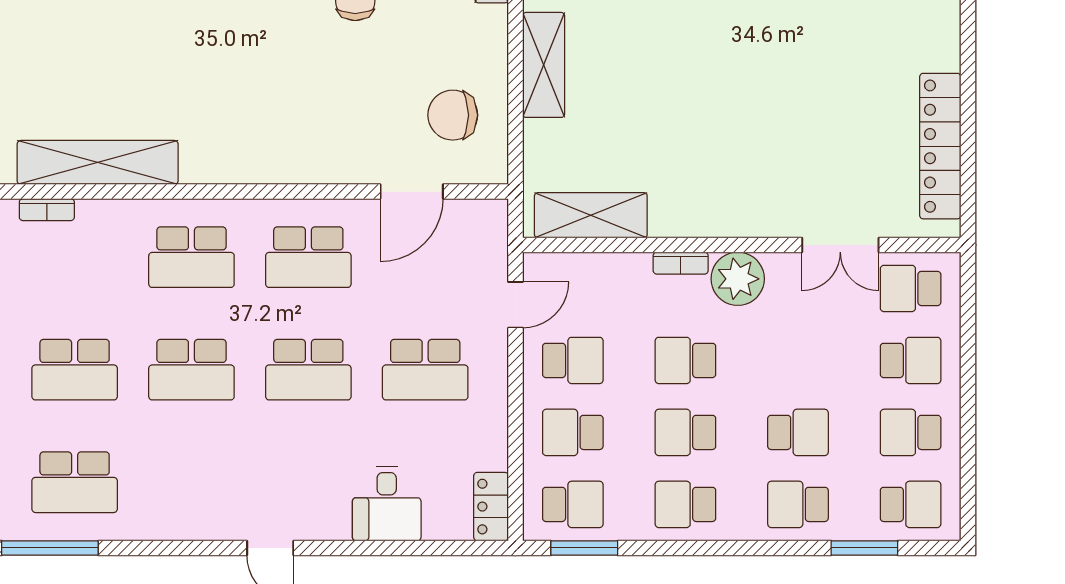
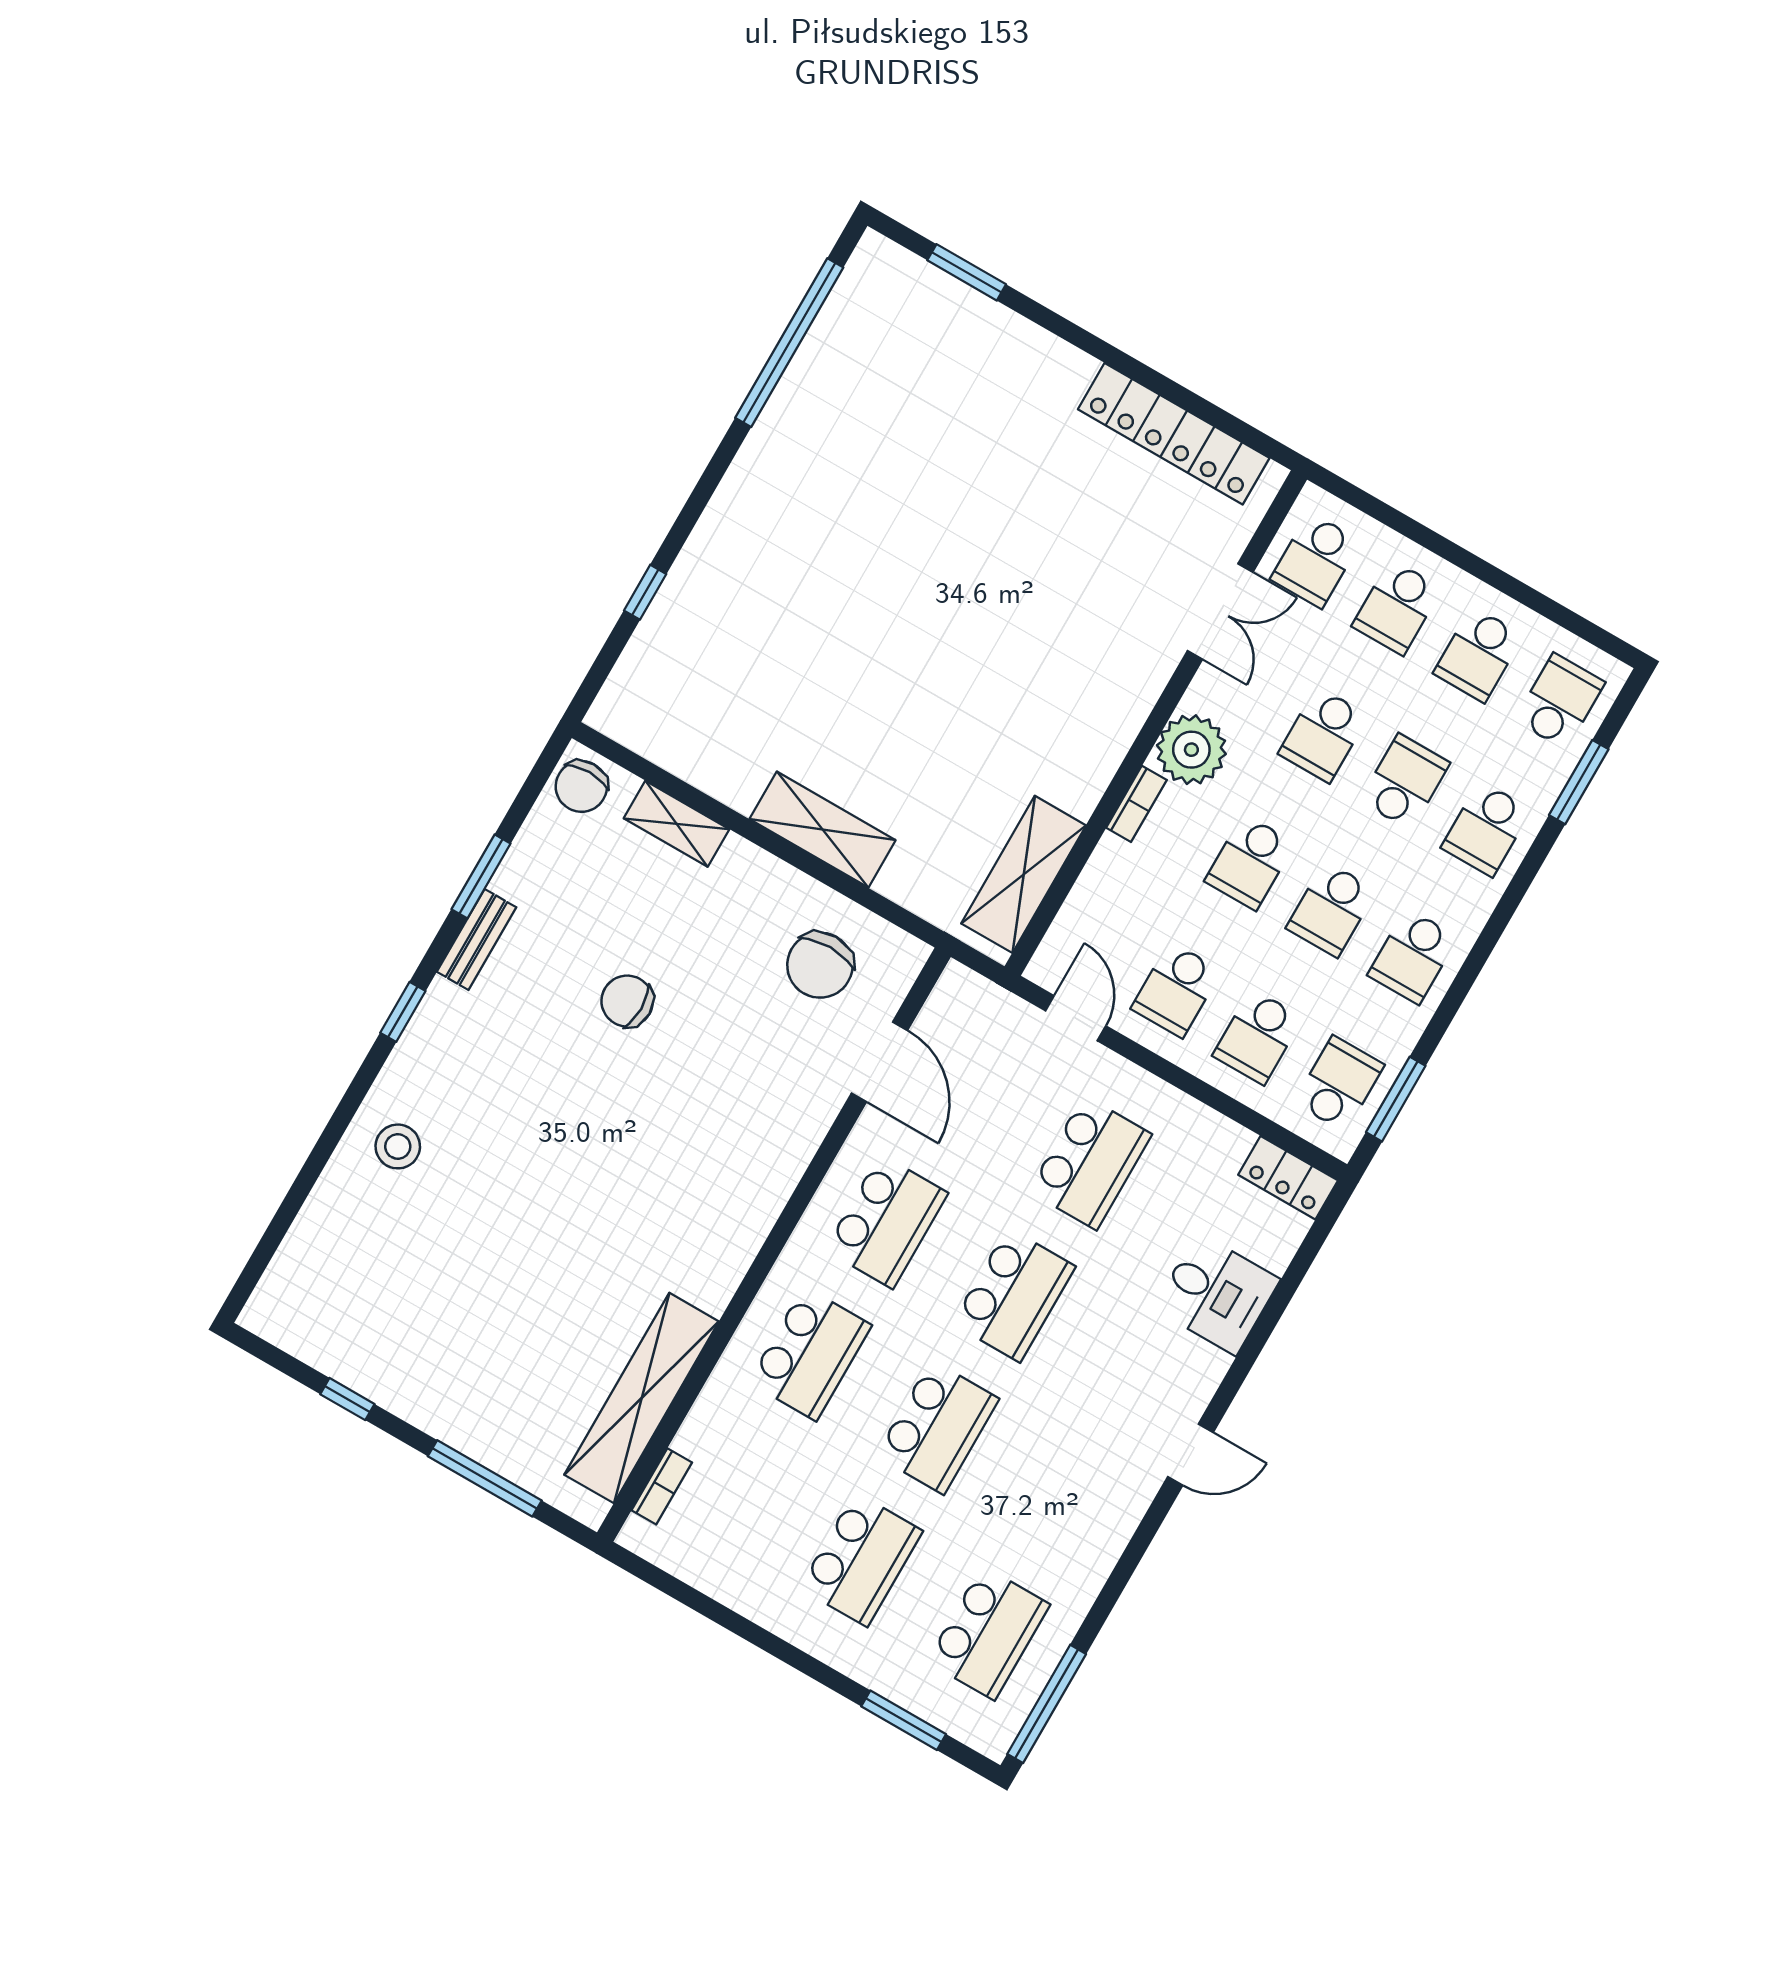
school desk: (573, 360) -> (1176, 990), turned 180
school desk: (798, 360) -> (1323, 735), added
school desk: (911, 360) -> (1397, 607), turned 180

